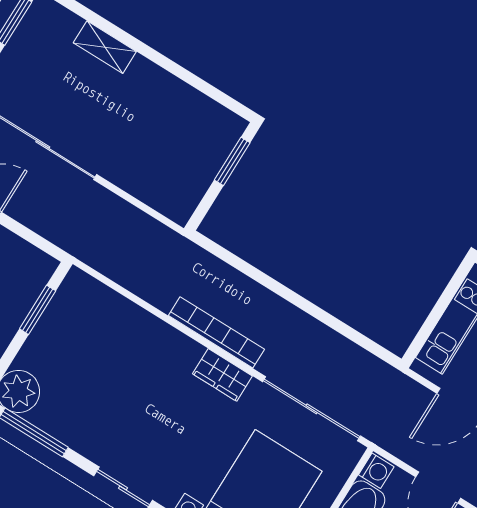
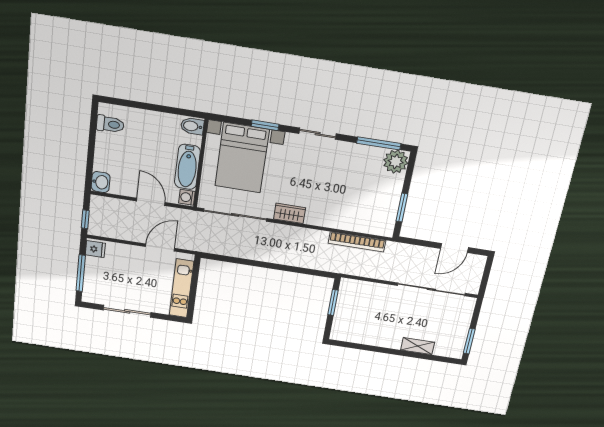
window: (232, 161) -> (333, 302), moved
bookcase: (216, 332) -> (357, 242), moved

